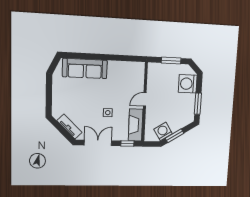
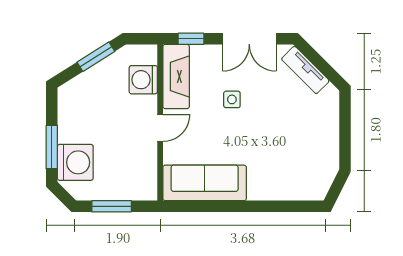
sofa: (85, 68) -> (205, 183), moved
window: (198, 104) -> (52, 147), moved
washing machine: (163, 131) -> (143, 80), moved, turned 122

